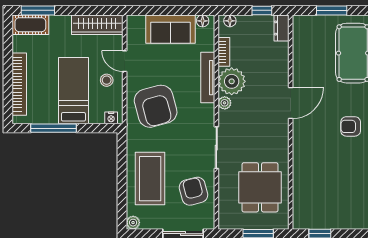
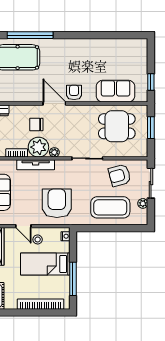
door: (125, 61) -> (23, 226), hinge flipped
chair: (262, 78) -> (36, 124), added
armchair: (156, 106) -> (57, 203), turned -75
armchair: (351, 126) -> (74, 92), moved, turned 180
sofa: (307, 186) -> (116, 91), added
plant: (133, 223) -> (143, 203), moved

